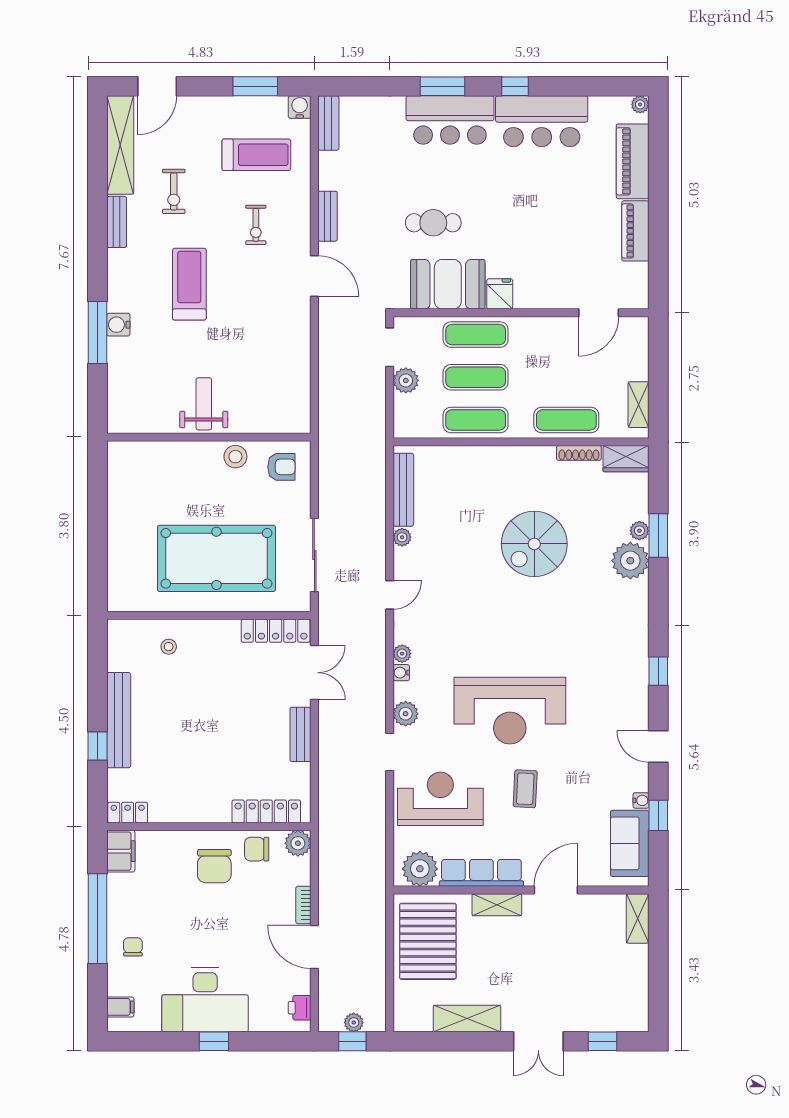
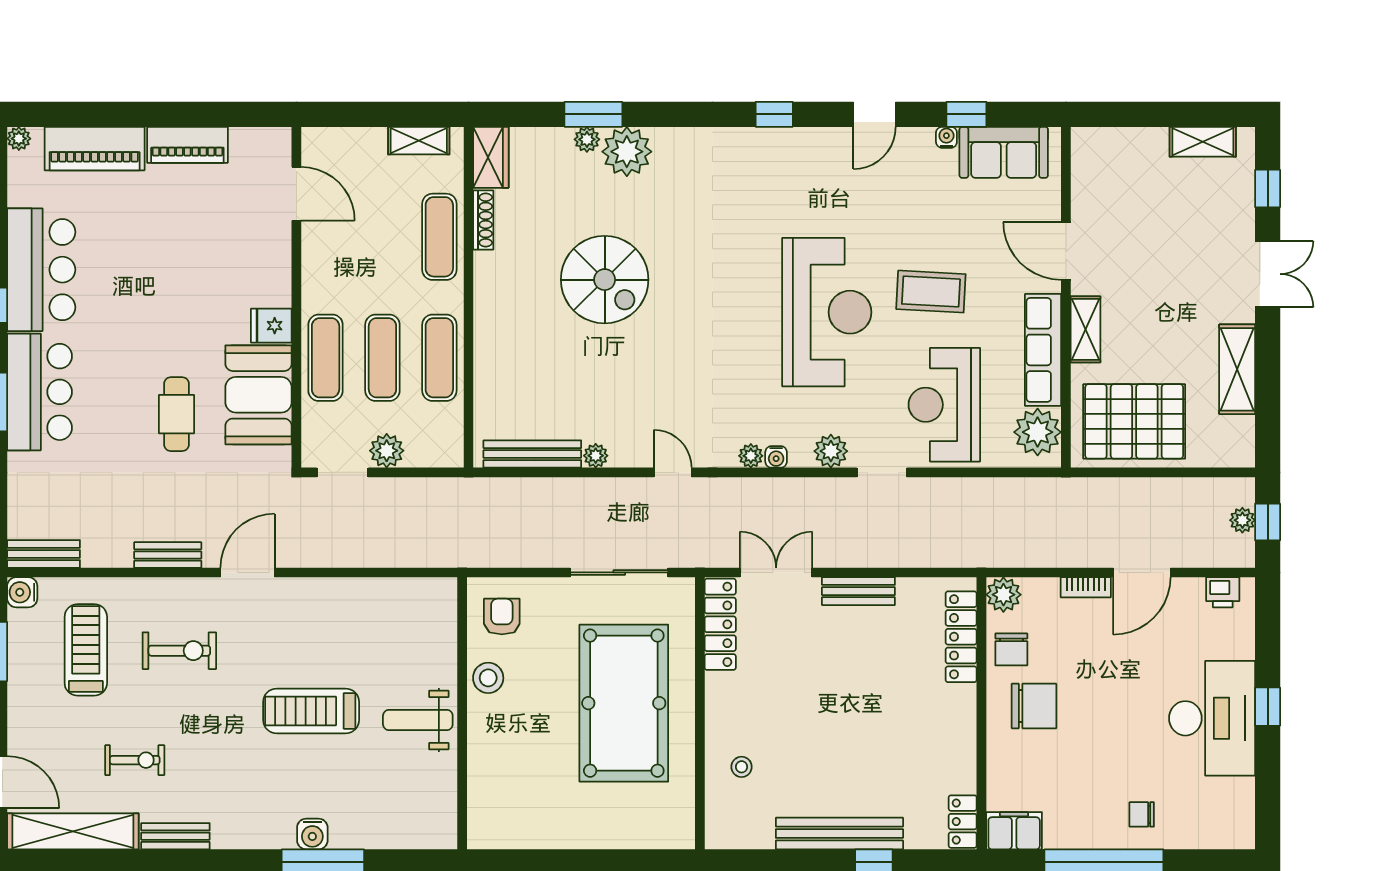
exercise bike: (256, 225) -> (179, 651), width x1.38, depth x1.39
treadmill: (189, 284) -> (311, 711), moved
coffee table: (525, 789) -> (931, 292), width x1.36, depth x1.30
shelving: (638, 918) -> (1203, 142), moved
filing cabinet: (120, 1007) -> (1222, 831), removed

